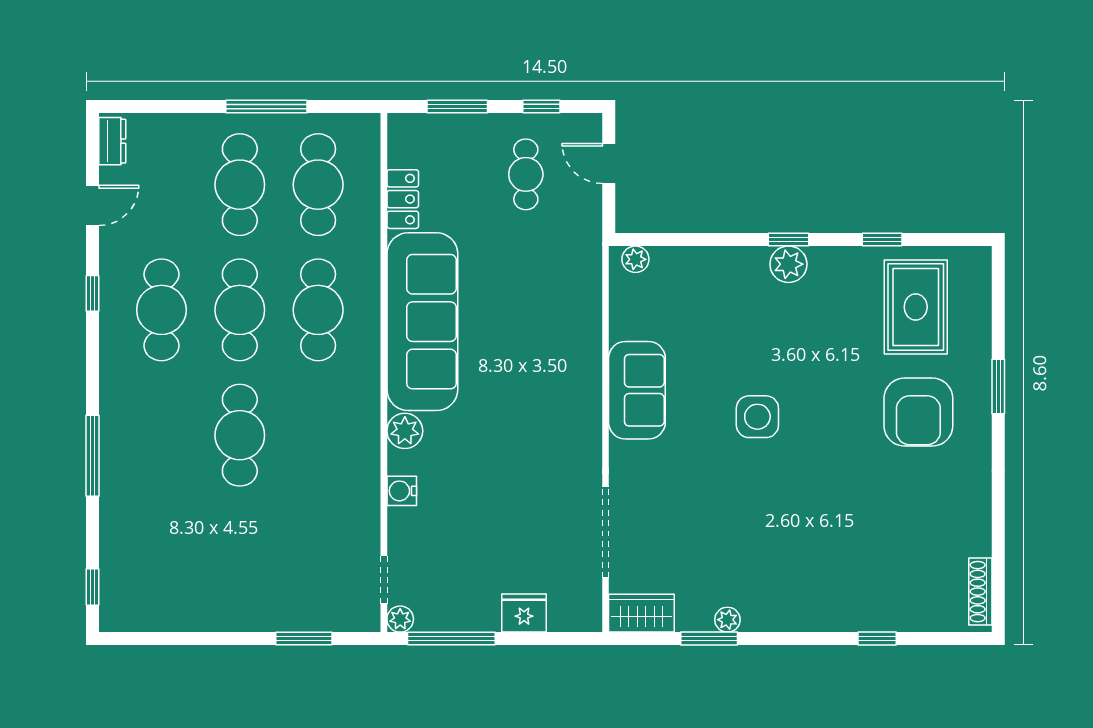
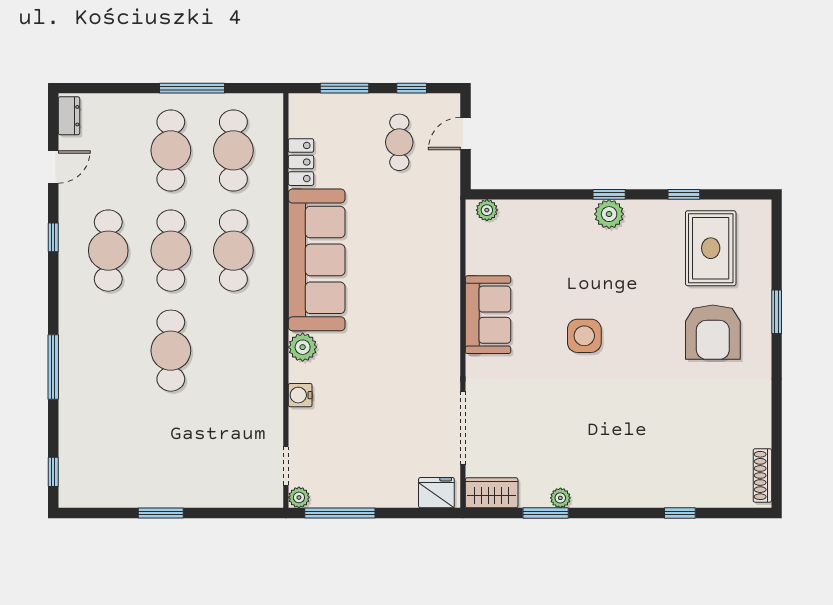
door: (609, 163) -> (465, 134), hinge flipped
fridge: (524, 613) -> (436, 493), moved
window: (304, 639) -> (161, 513), moved

